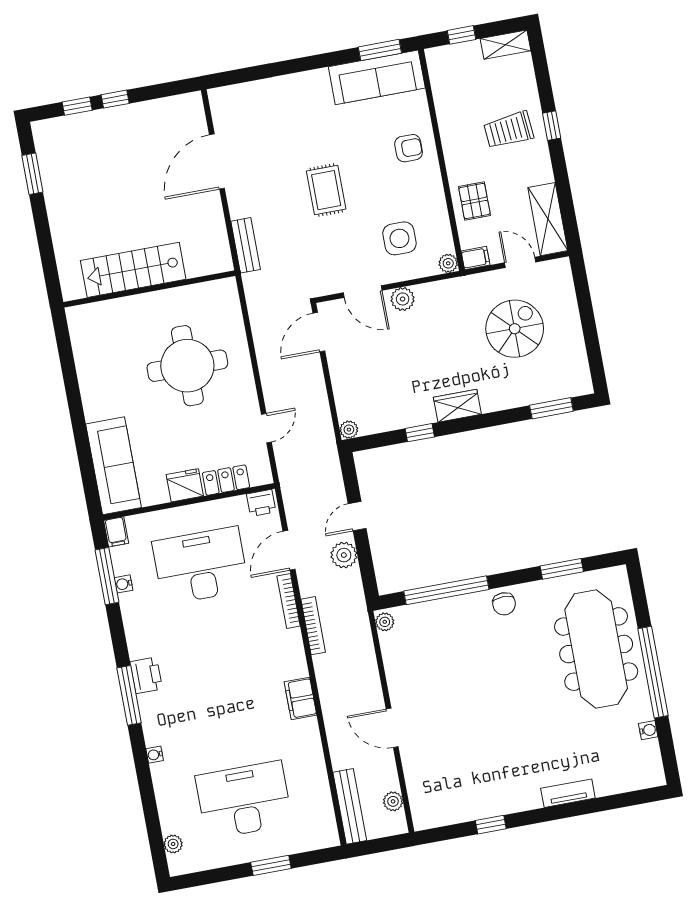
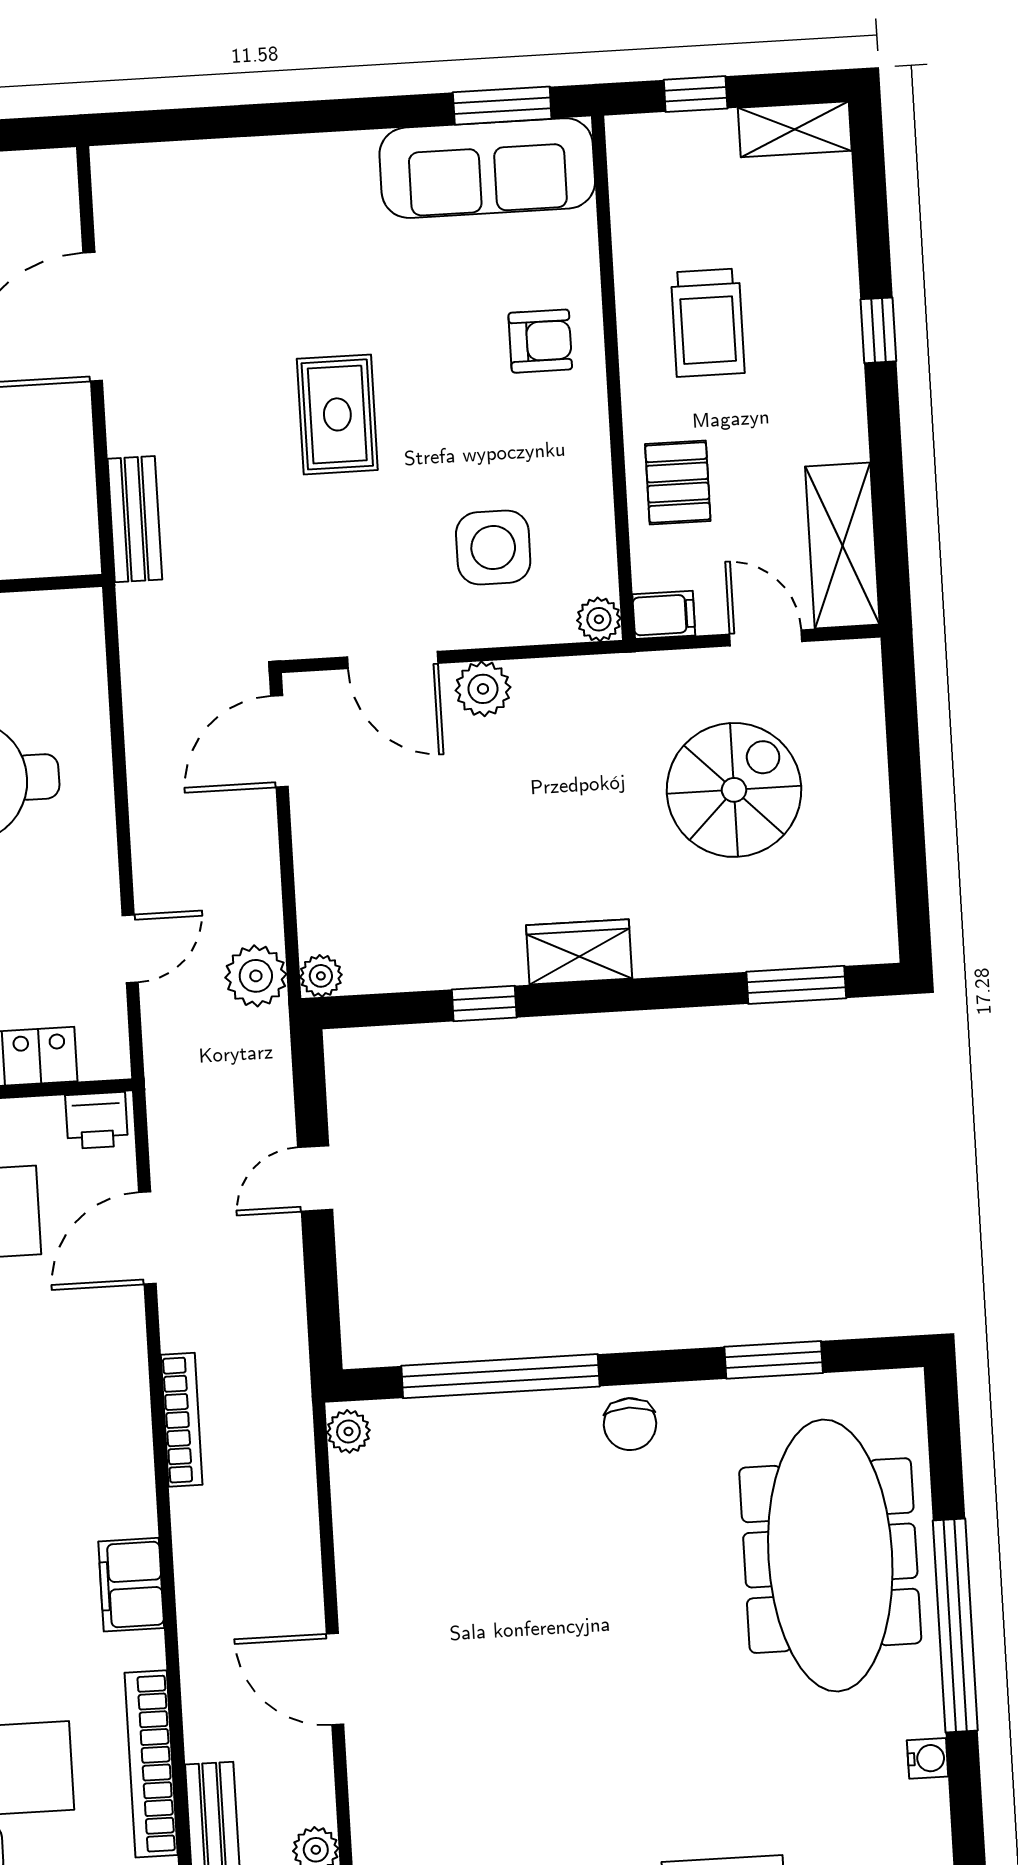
trolley: (509, 130) -> (708, 323), moved, turned -85
plant: (344, 555) -> (256, 976), moved
bookcase: (289, 601) -> (151, 1764), moved, width x1.48, depth x1.31

